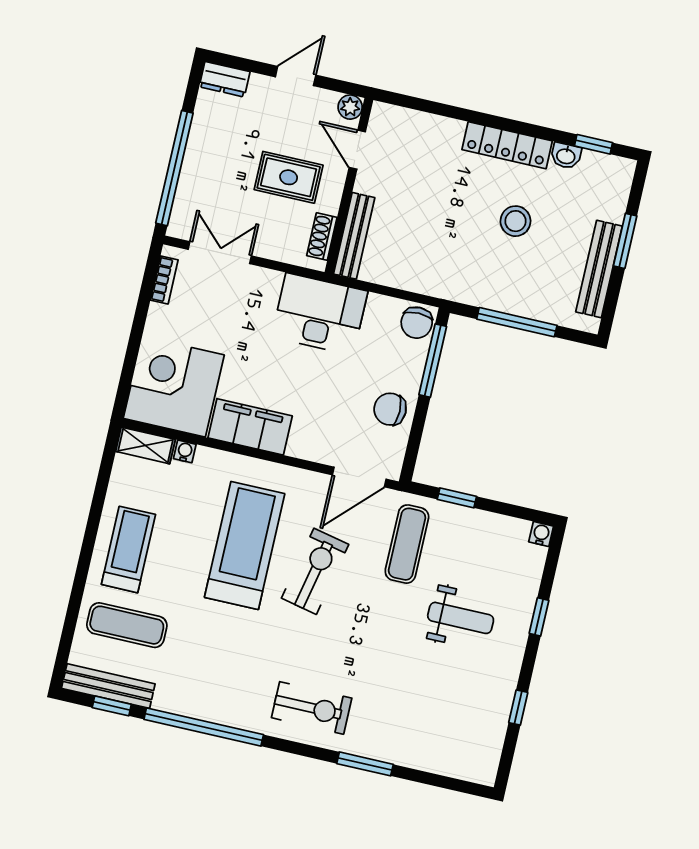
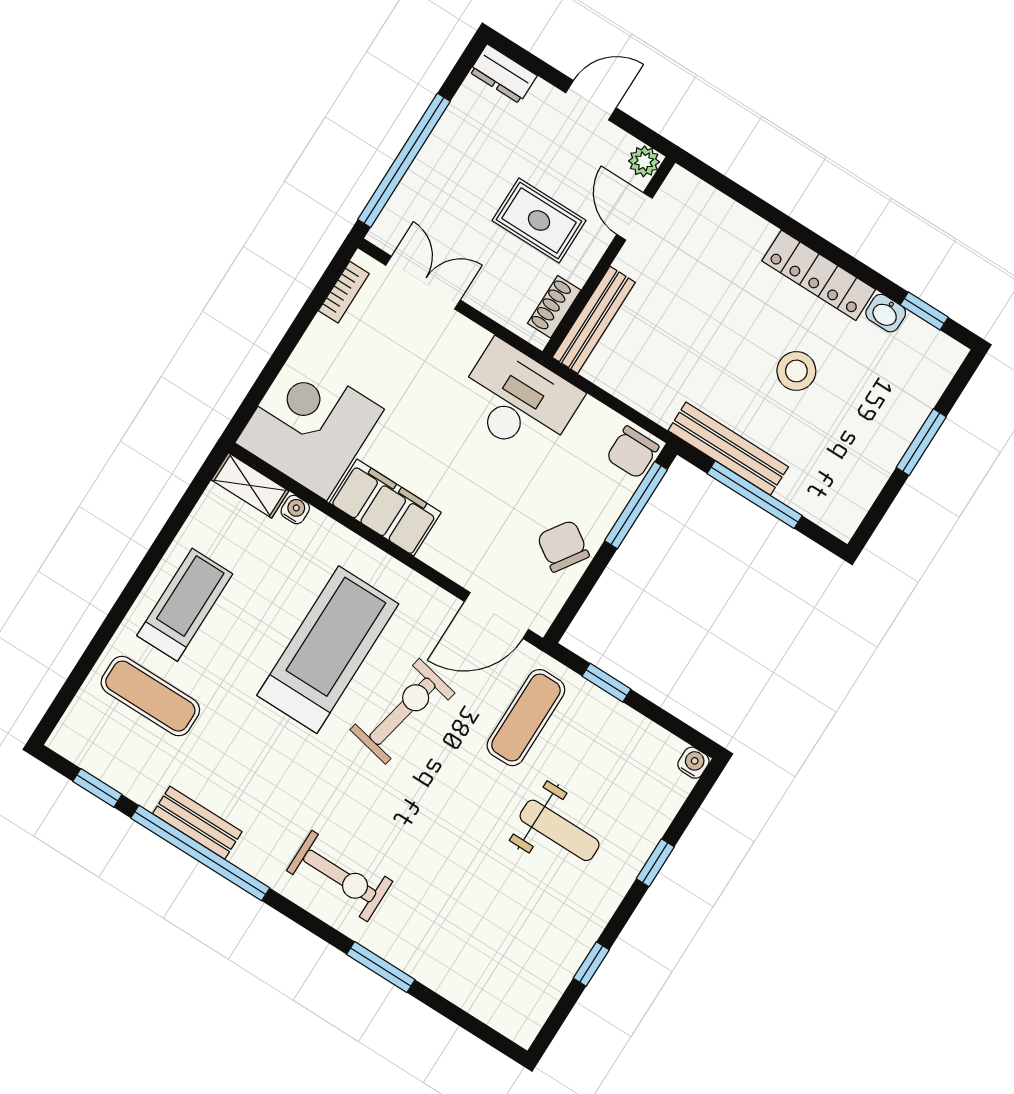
bench: (599, 269) -> (728, 449), moved, turned 90
chair: (390, 409) -> (563, 546), turned 34
bench: (108, 686) -> (197, 823), moved, width x0.73

